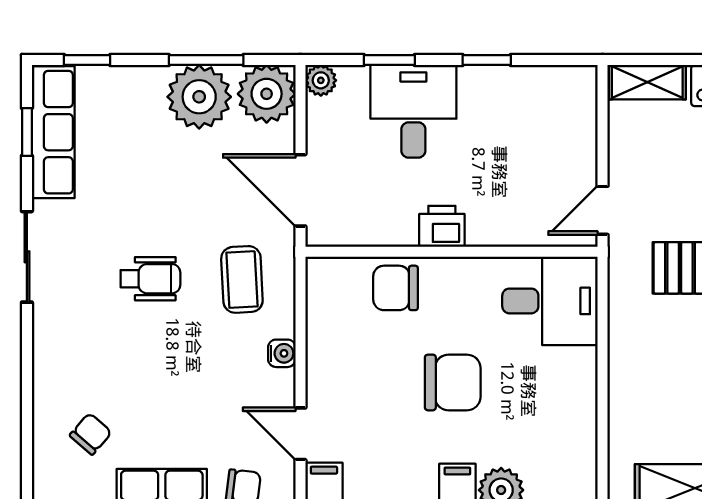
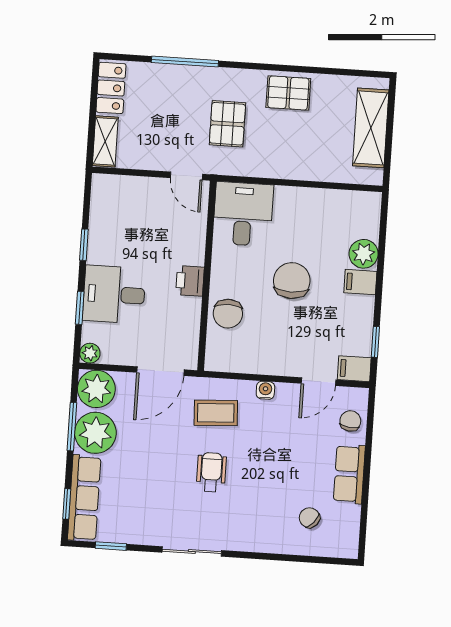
row of seats: (53, 132) -> (84, 498), moved, turned 90

